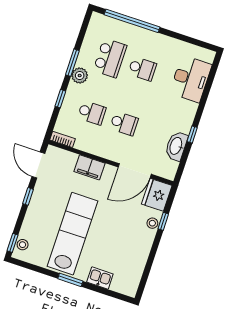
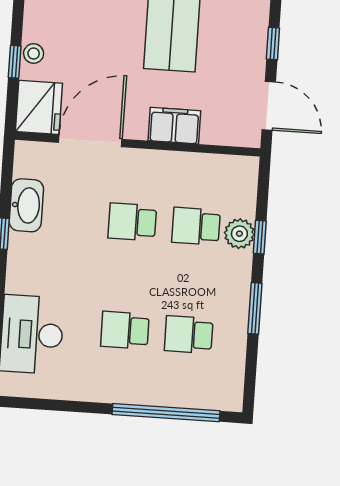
school desk: (110, 58) -> (189, 335), width x0.54
plant: (80, 76) -> (239, 234), moved
bookcase: (63, 139) -> (237, 164), removed

